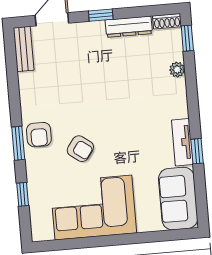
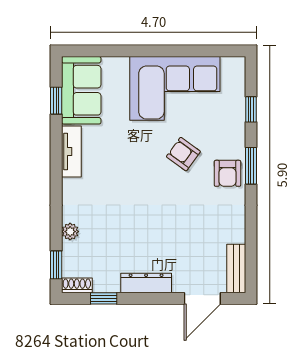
window: (101, 15) -> (104, 298), moved
dresser: (129, 27) -> (146, 283), moved
armchair: (39, 135) -> (227, 173), turned 180
window: (197, 151) -> (56, 101), moved

